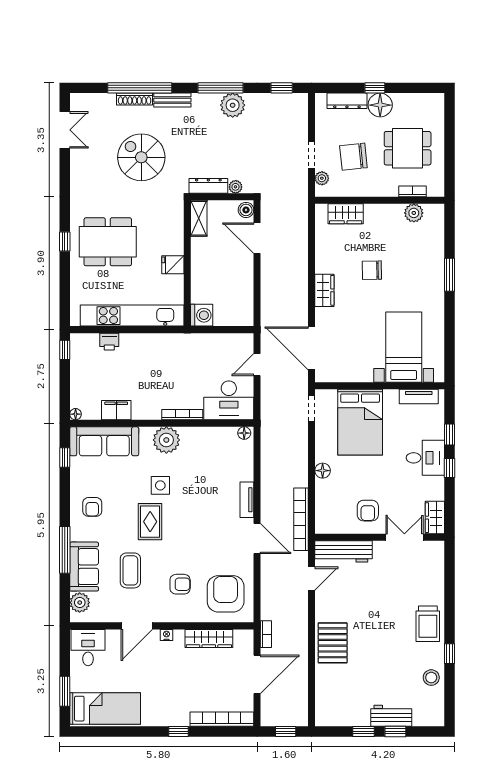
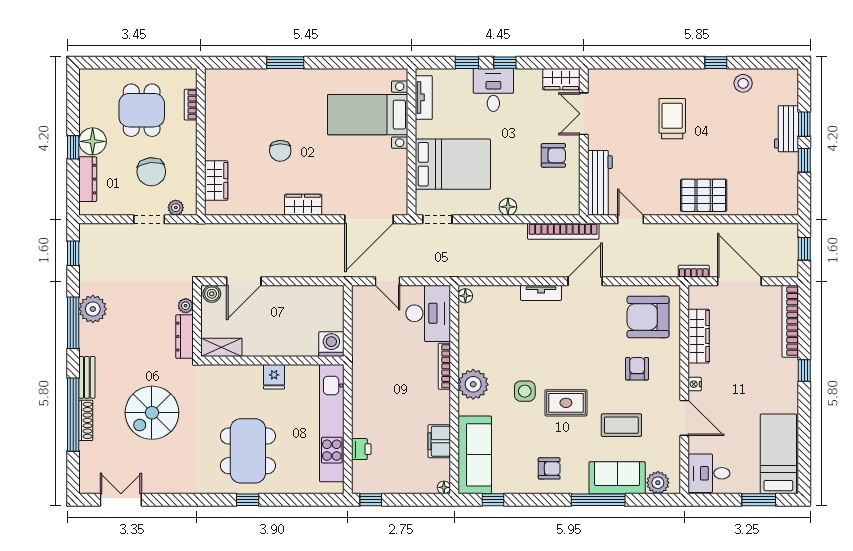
plant: (414, 213) -> (215, 103), removed
trolley: (428, 624) -> (672, 119), moved, turned -90

